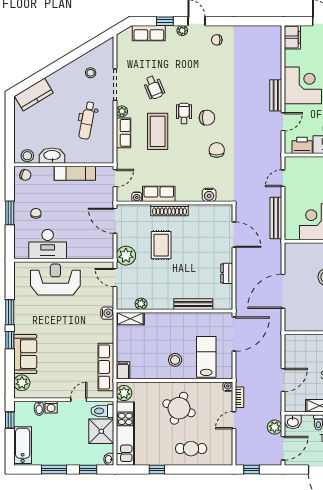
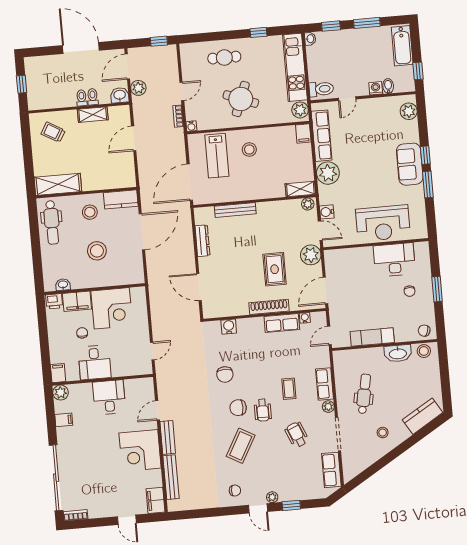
row of seats: (149, 33) -> (331, 470), moved, turned -90
stool: (91, 73) -> (383, 433), moved
coffee table: (208, 82) -> (241, 446), added
coffee table: (158, 131) -> (289, 389), width x0.54, depth x0.58
printer: (302, 145) -> (135, 387), removed
bench: (276, 218) -> (171, 477), moved
door: (115, 221) -> (325, 291), swing flipped
dresser: (227, 273) -> (202, 241), width x1.44
plant: (141, 304) -> (308, 204), moved
water cooler: (107, 313) -> (327, 212), moved
kitchen counter: (300, 323) -> (121, 199), added
plant: (103, 331) -> (328, 173), added
sofa: (25, 354) -> (410, 164), moved
shower: (101, 431) -> (321, 68), removed

